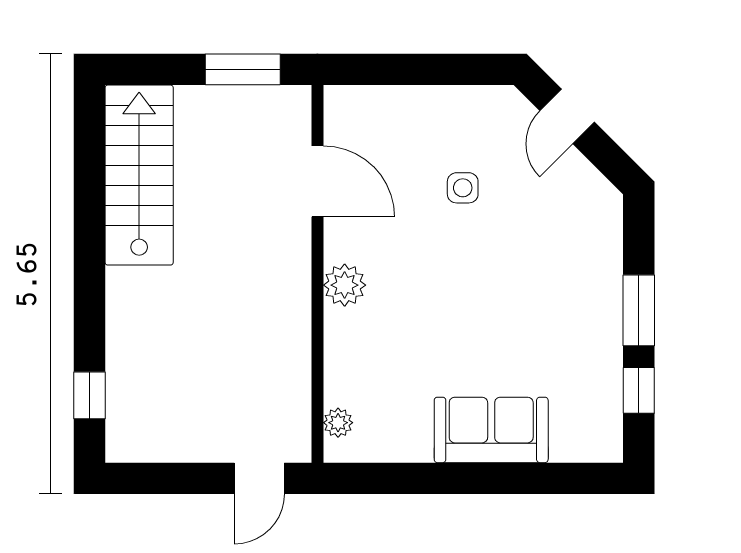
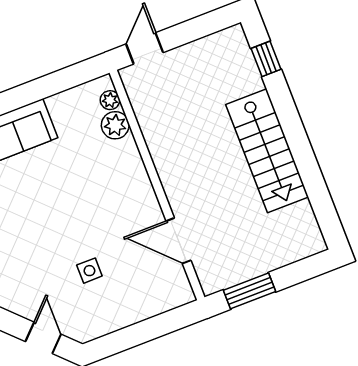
stairs: (139, 175) -> (267, 151), moved
plant: (345, 285) -> (115, 125), moved

